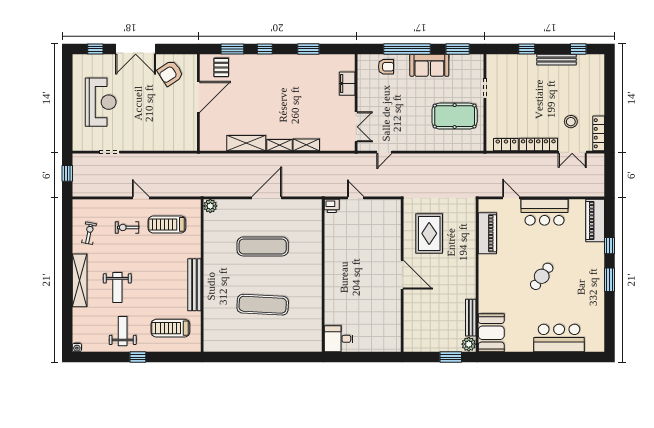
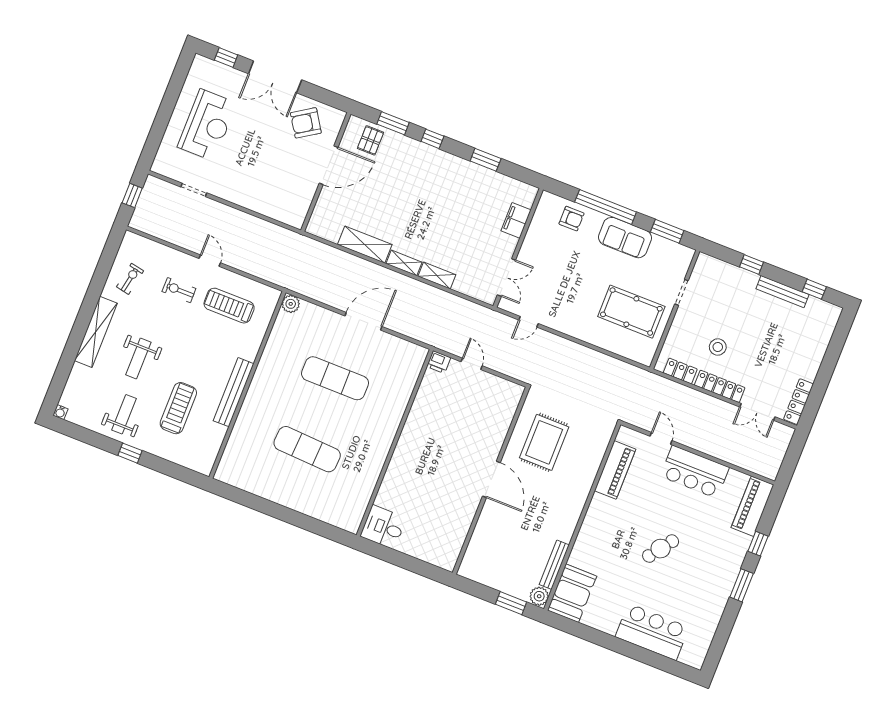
stool: (571, 122) -> (718, 347), moved
treadmill: (170, 328) -> (178, 408), moved, turned 90

